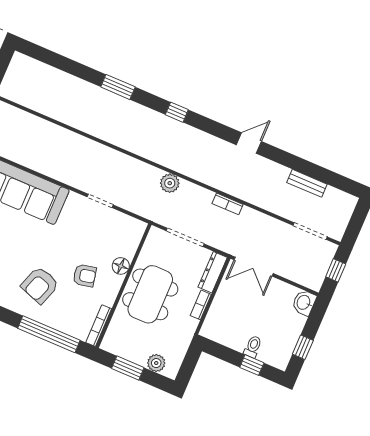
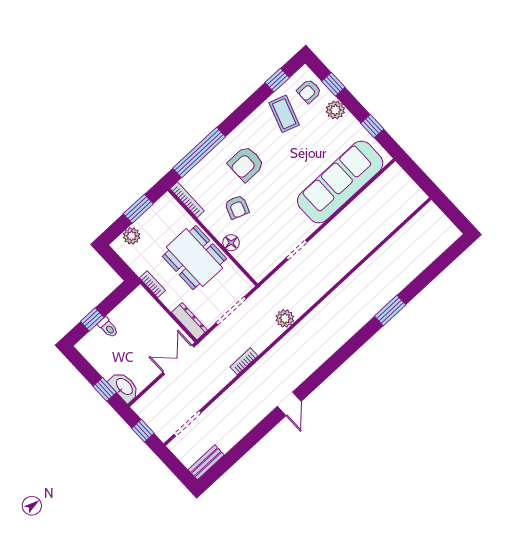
window: (177, 112) -> (345, 353), removed
bench: (307, 183) -> (206, 462), moved
armchair: (85, 276) -> (237, 207), turned -58
armchair: (40, 285) -> (246, 164), turned -109
washbasin: (304, 303) -> (124, 387), width x1.38
bookcase: (201, 305) -> (152, 284), moved
window: (303, 347) -> (105, 389), moved

